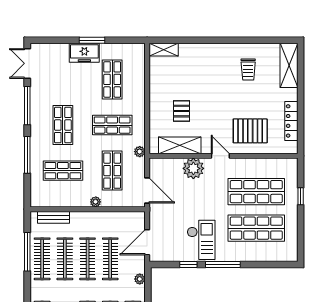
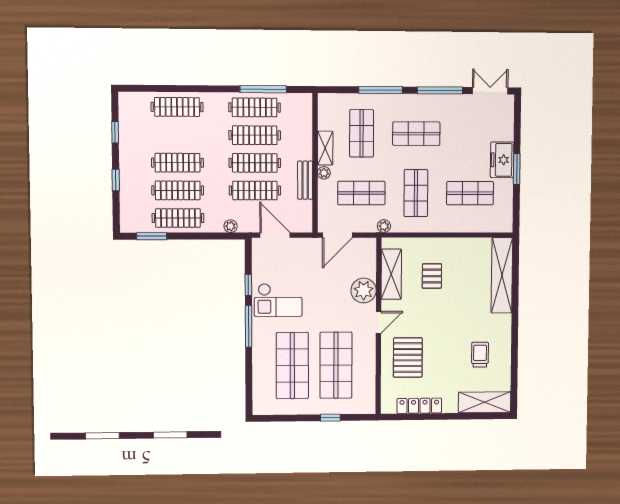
shelving: (164, 50) -> (502, 275), width x2.20, depth x1.33
trolley: (248, 70) -> (480, 355), turned 90
pallet: (181, 111) -> (432, 276), turned 90
shelving: (75, 201) -> (325, 148), added
bench: (54, 217) -> (305, 180), moved

